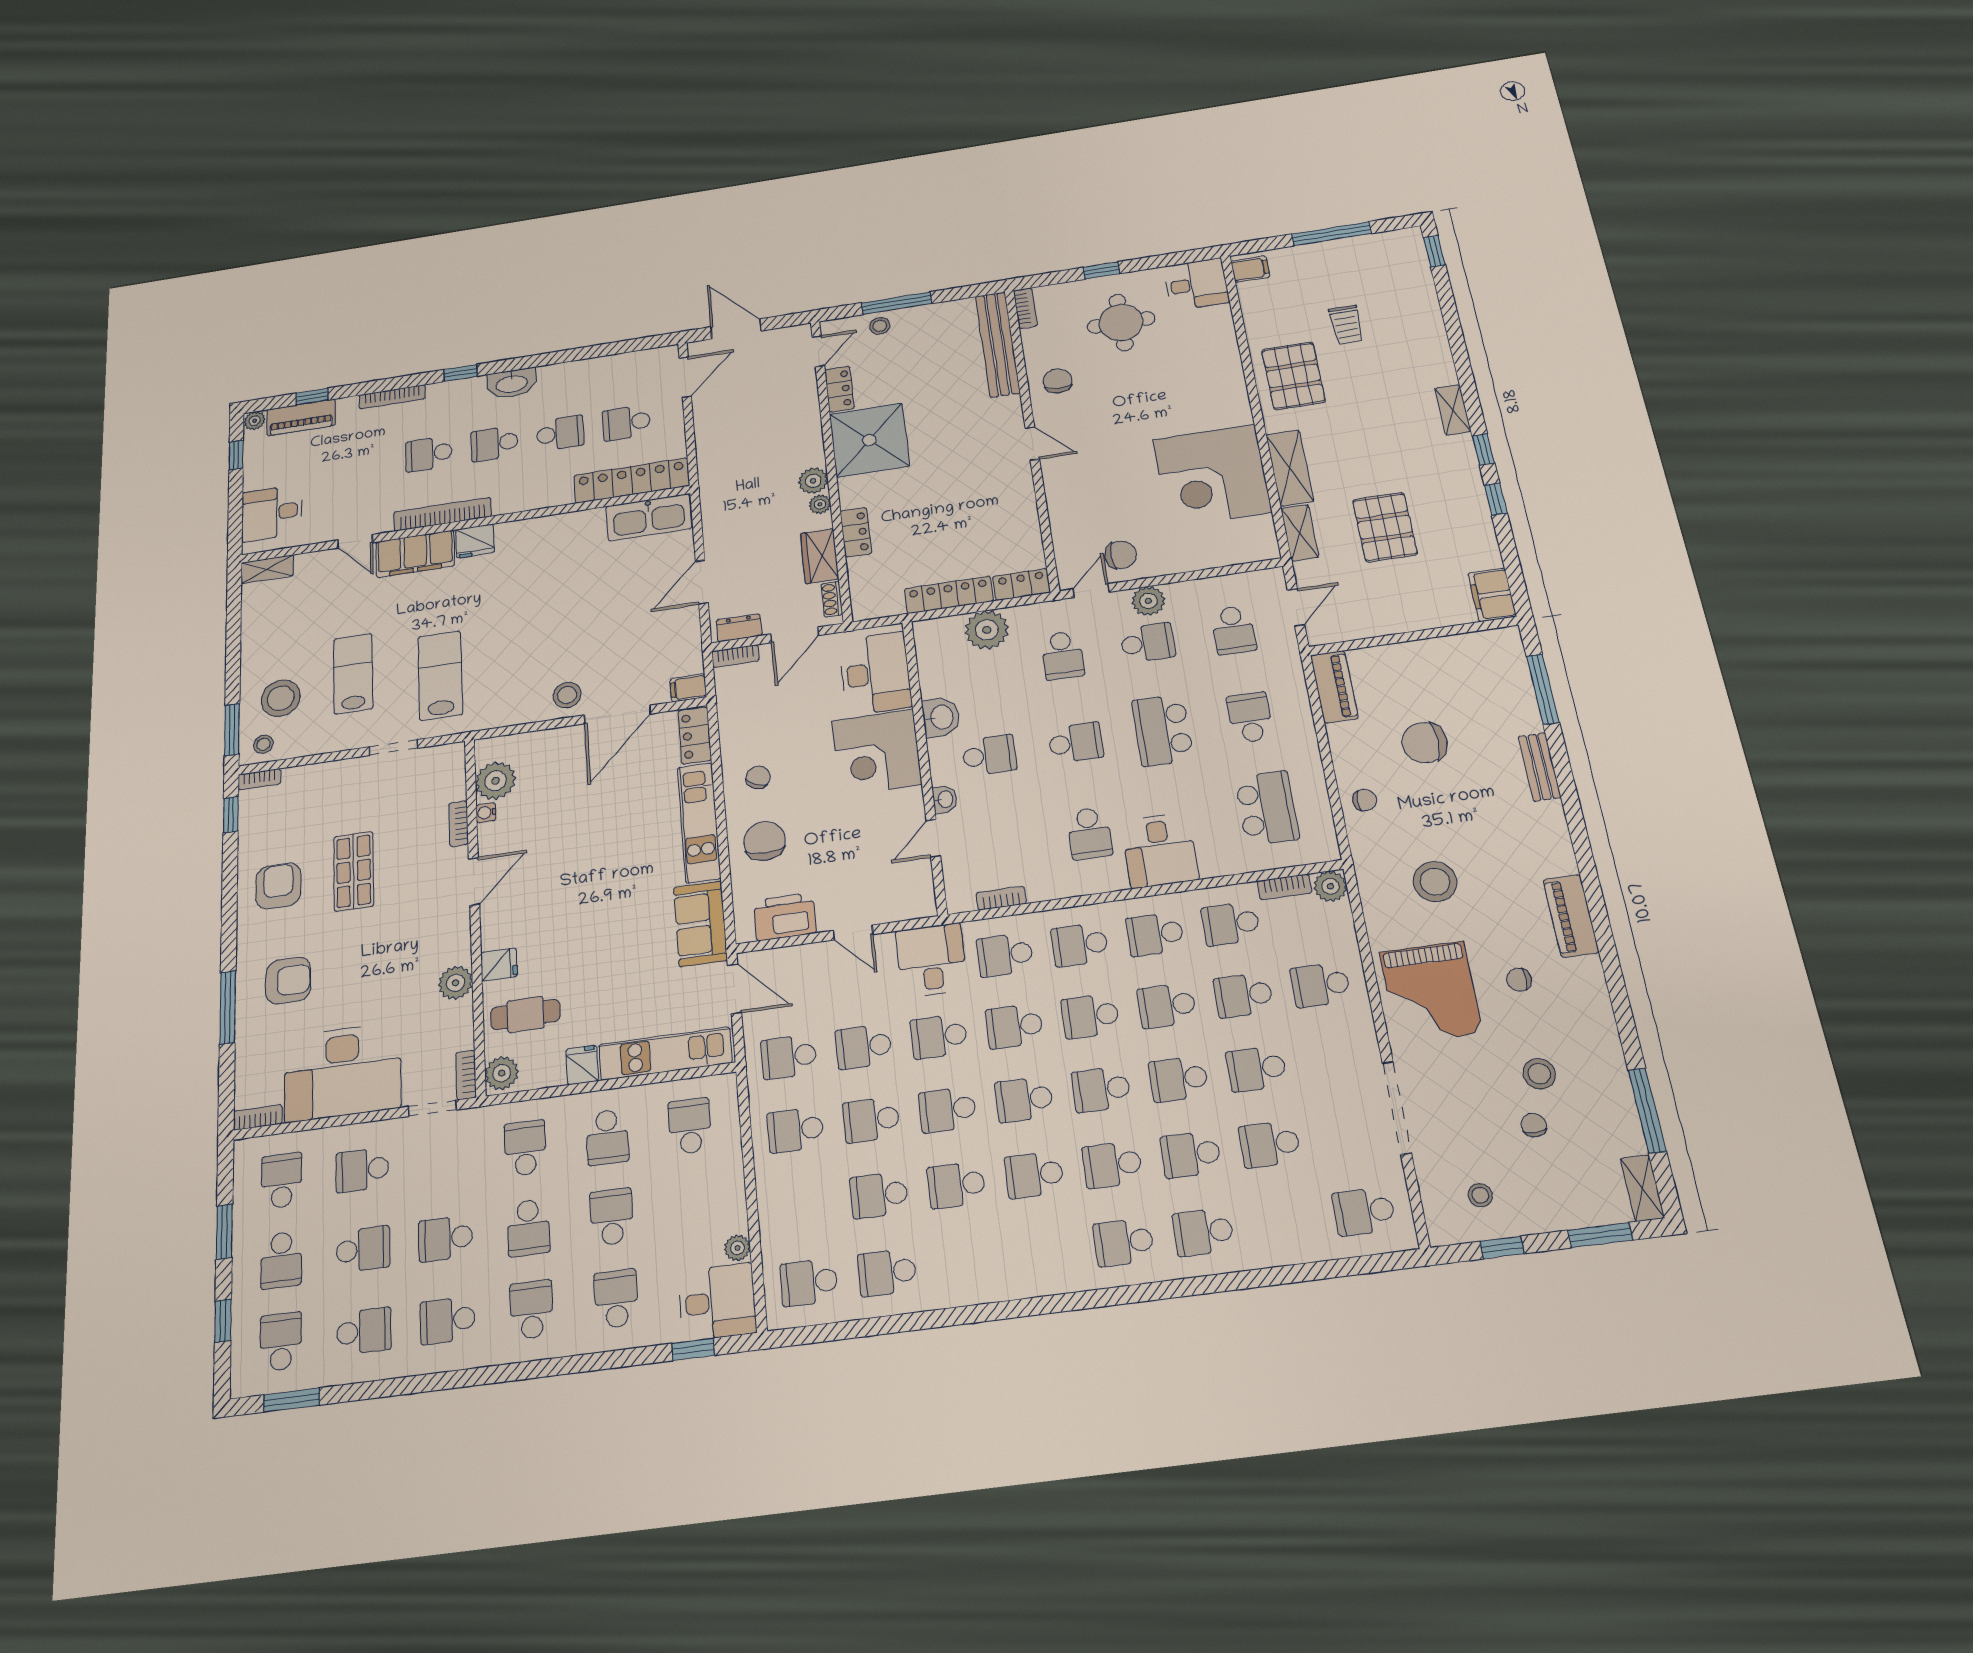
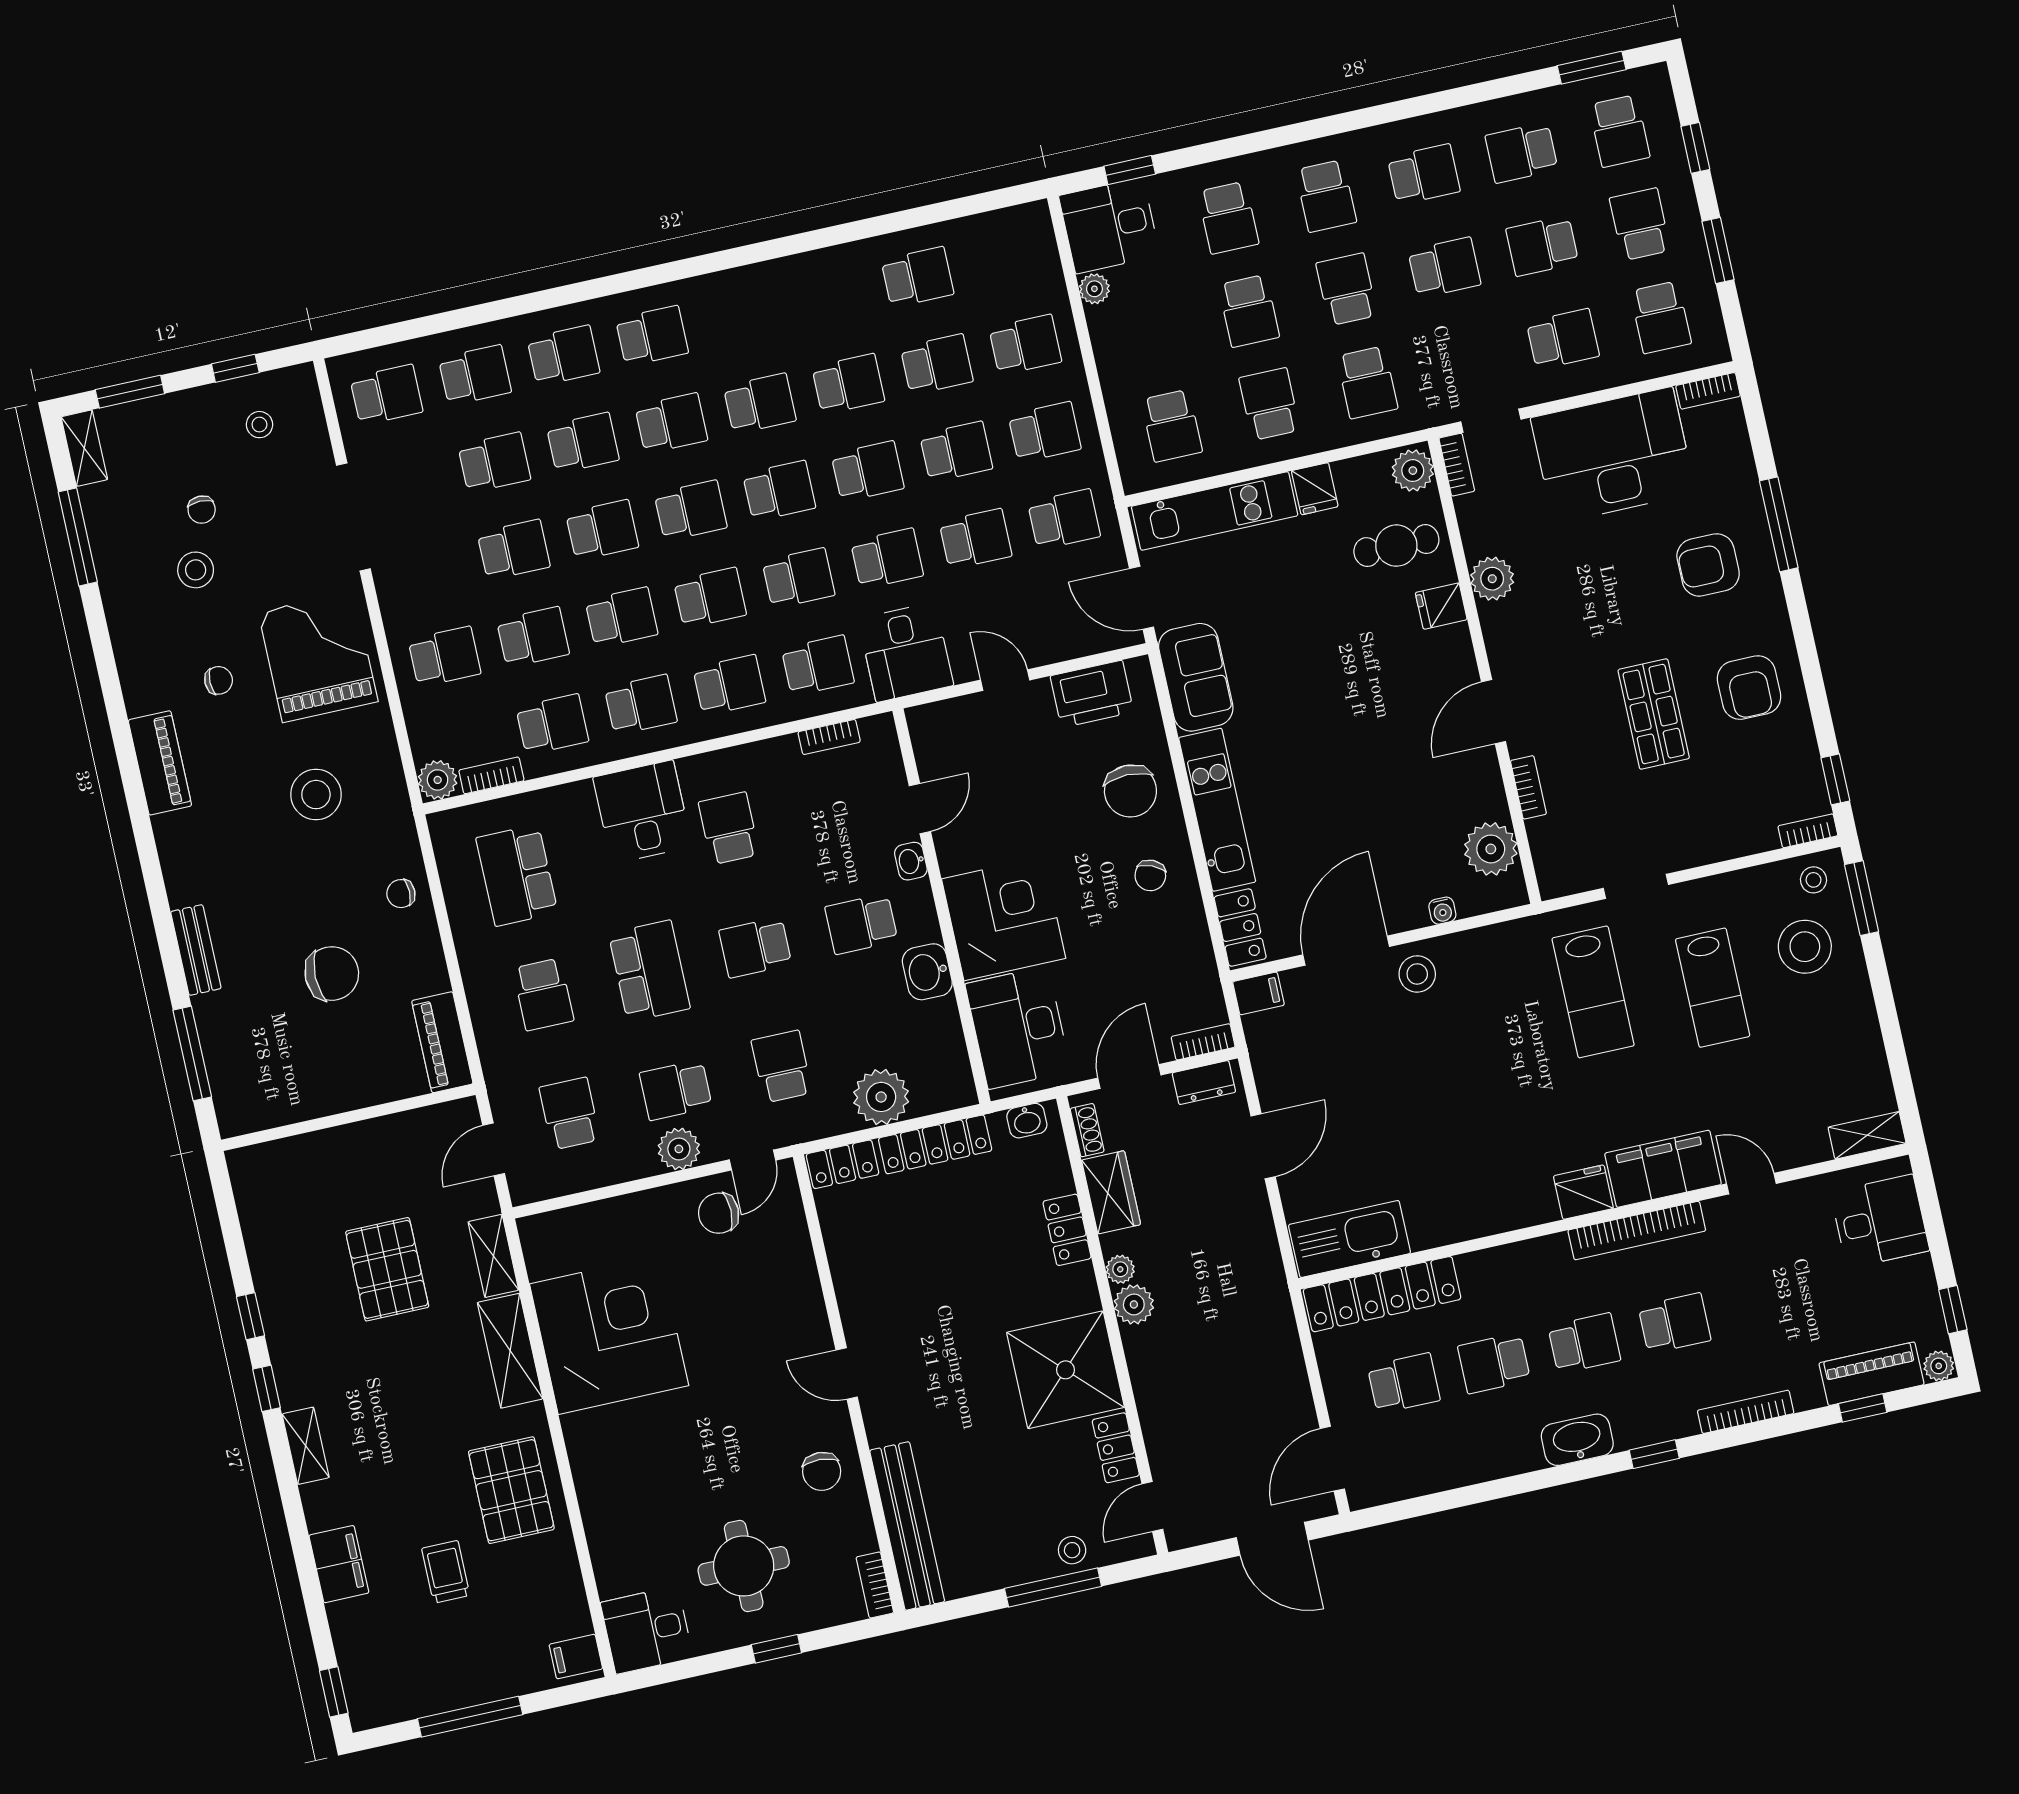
filing cabinet: (1492, 595) -> (339, 1564), moved
washbasin: (877, 608) -> (1027, 1121), added
water cooler: (486, 813) -> (1442, 911), moved, turned 90
school desk: (1283, 1222) -> (475, 375), added
school desk: (809, 1282) -> (1025, 345), moved

